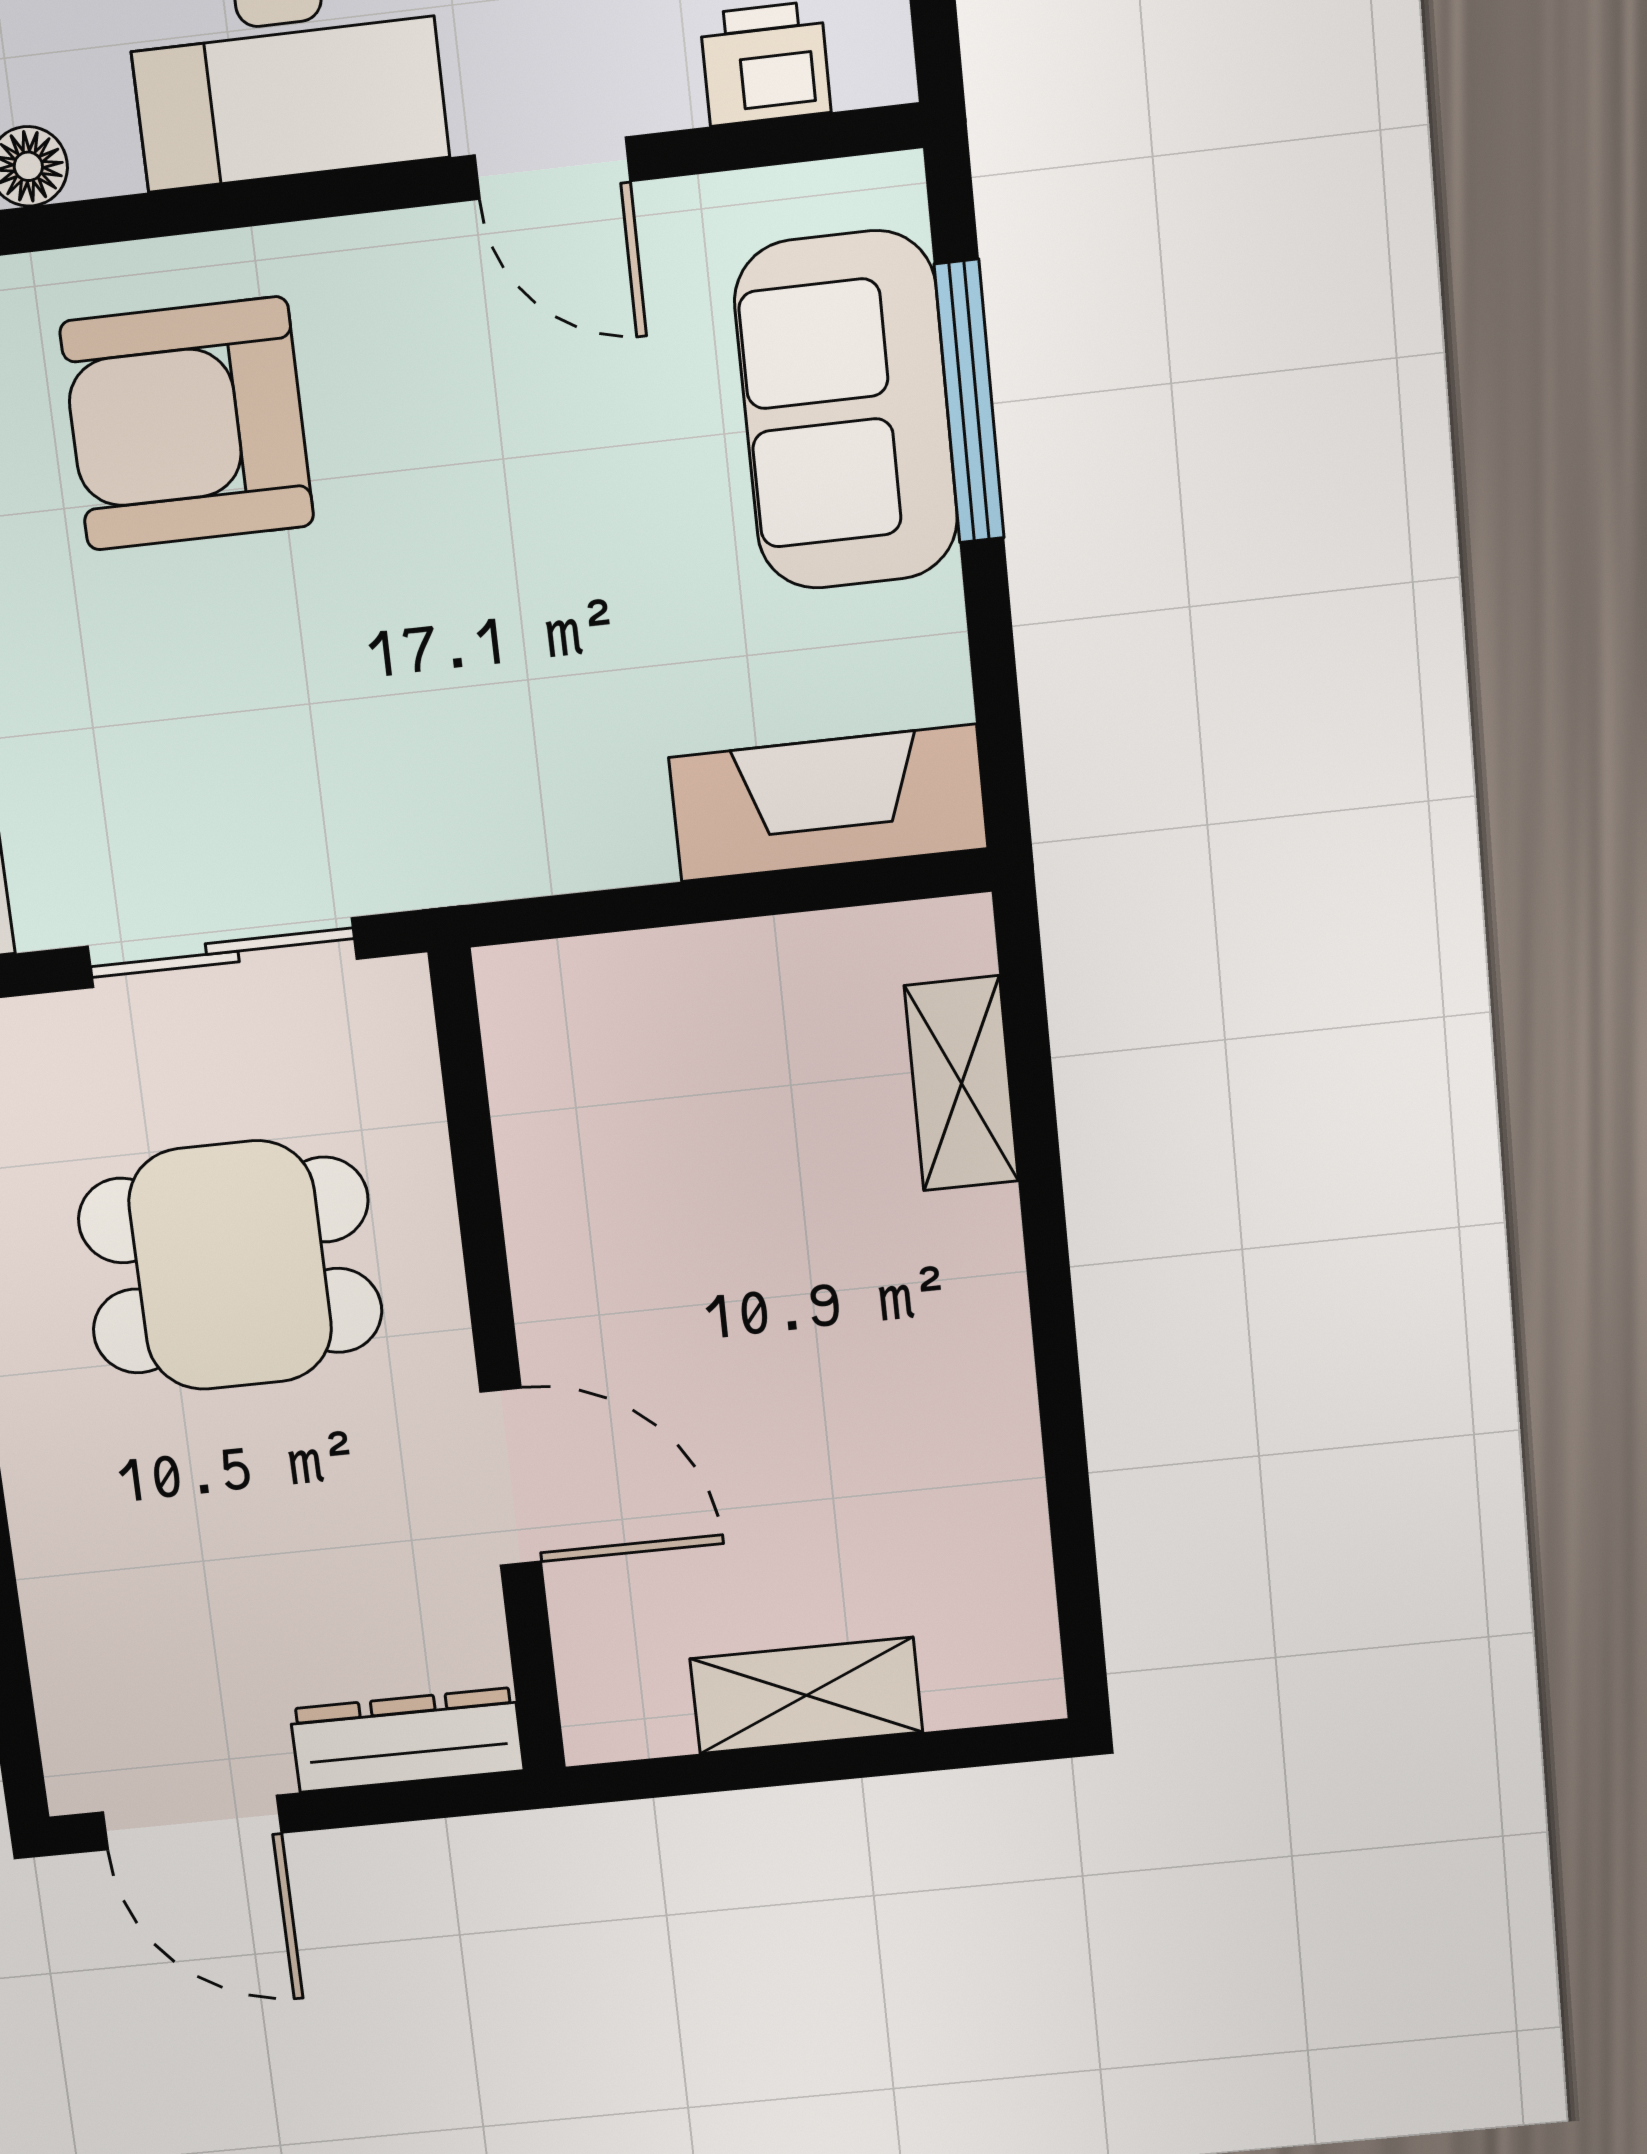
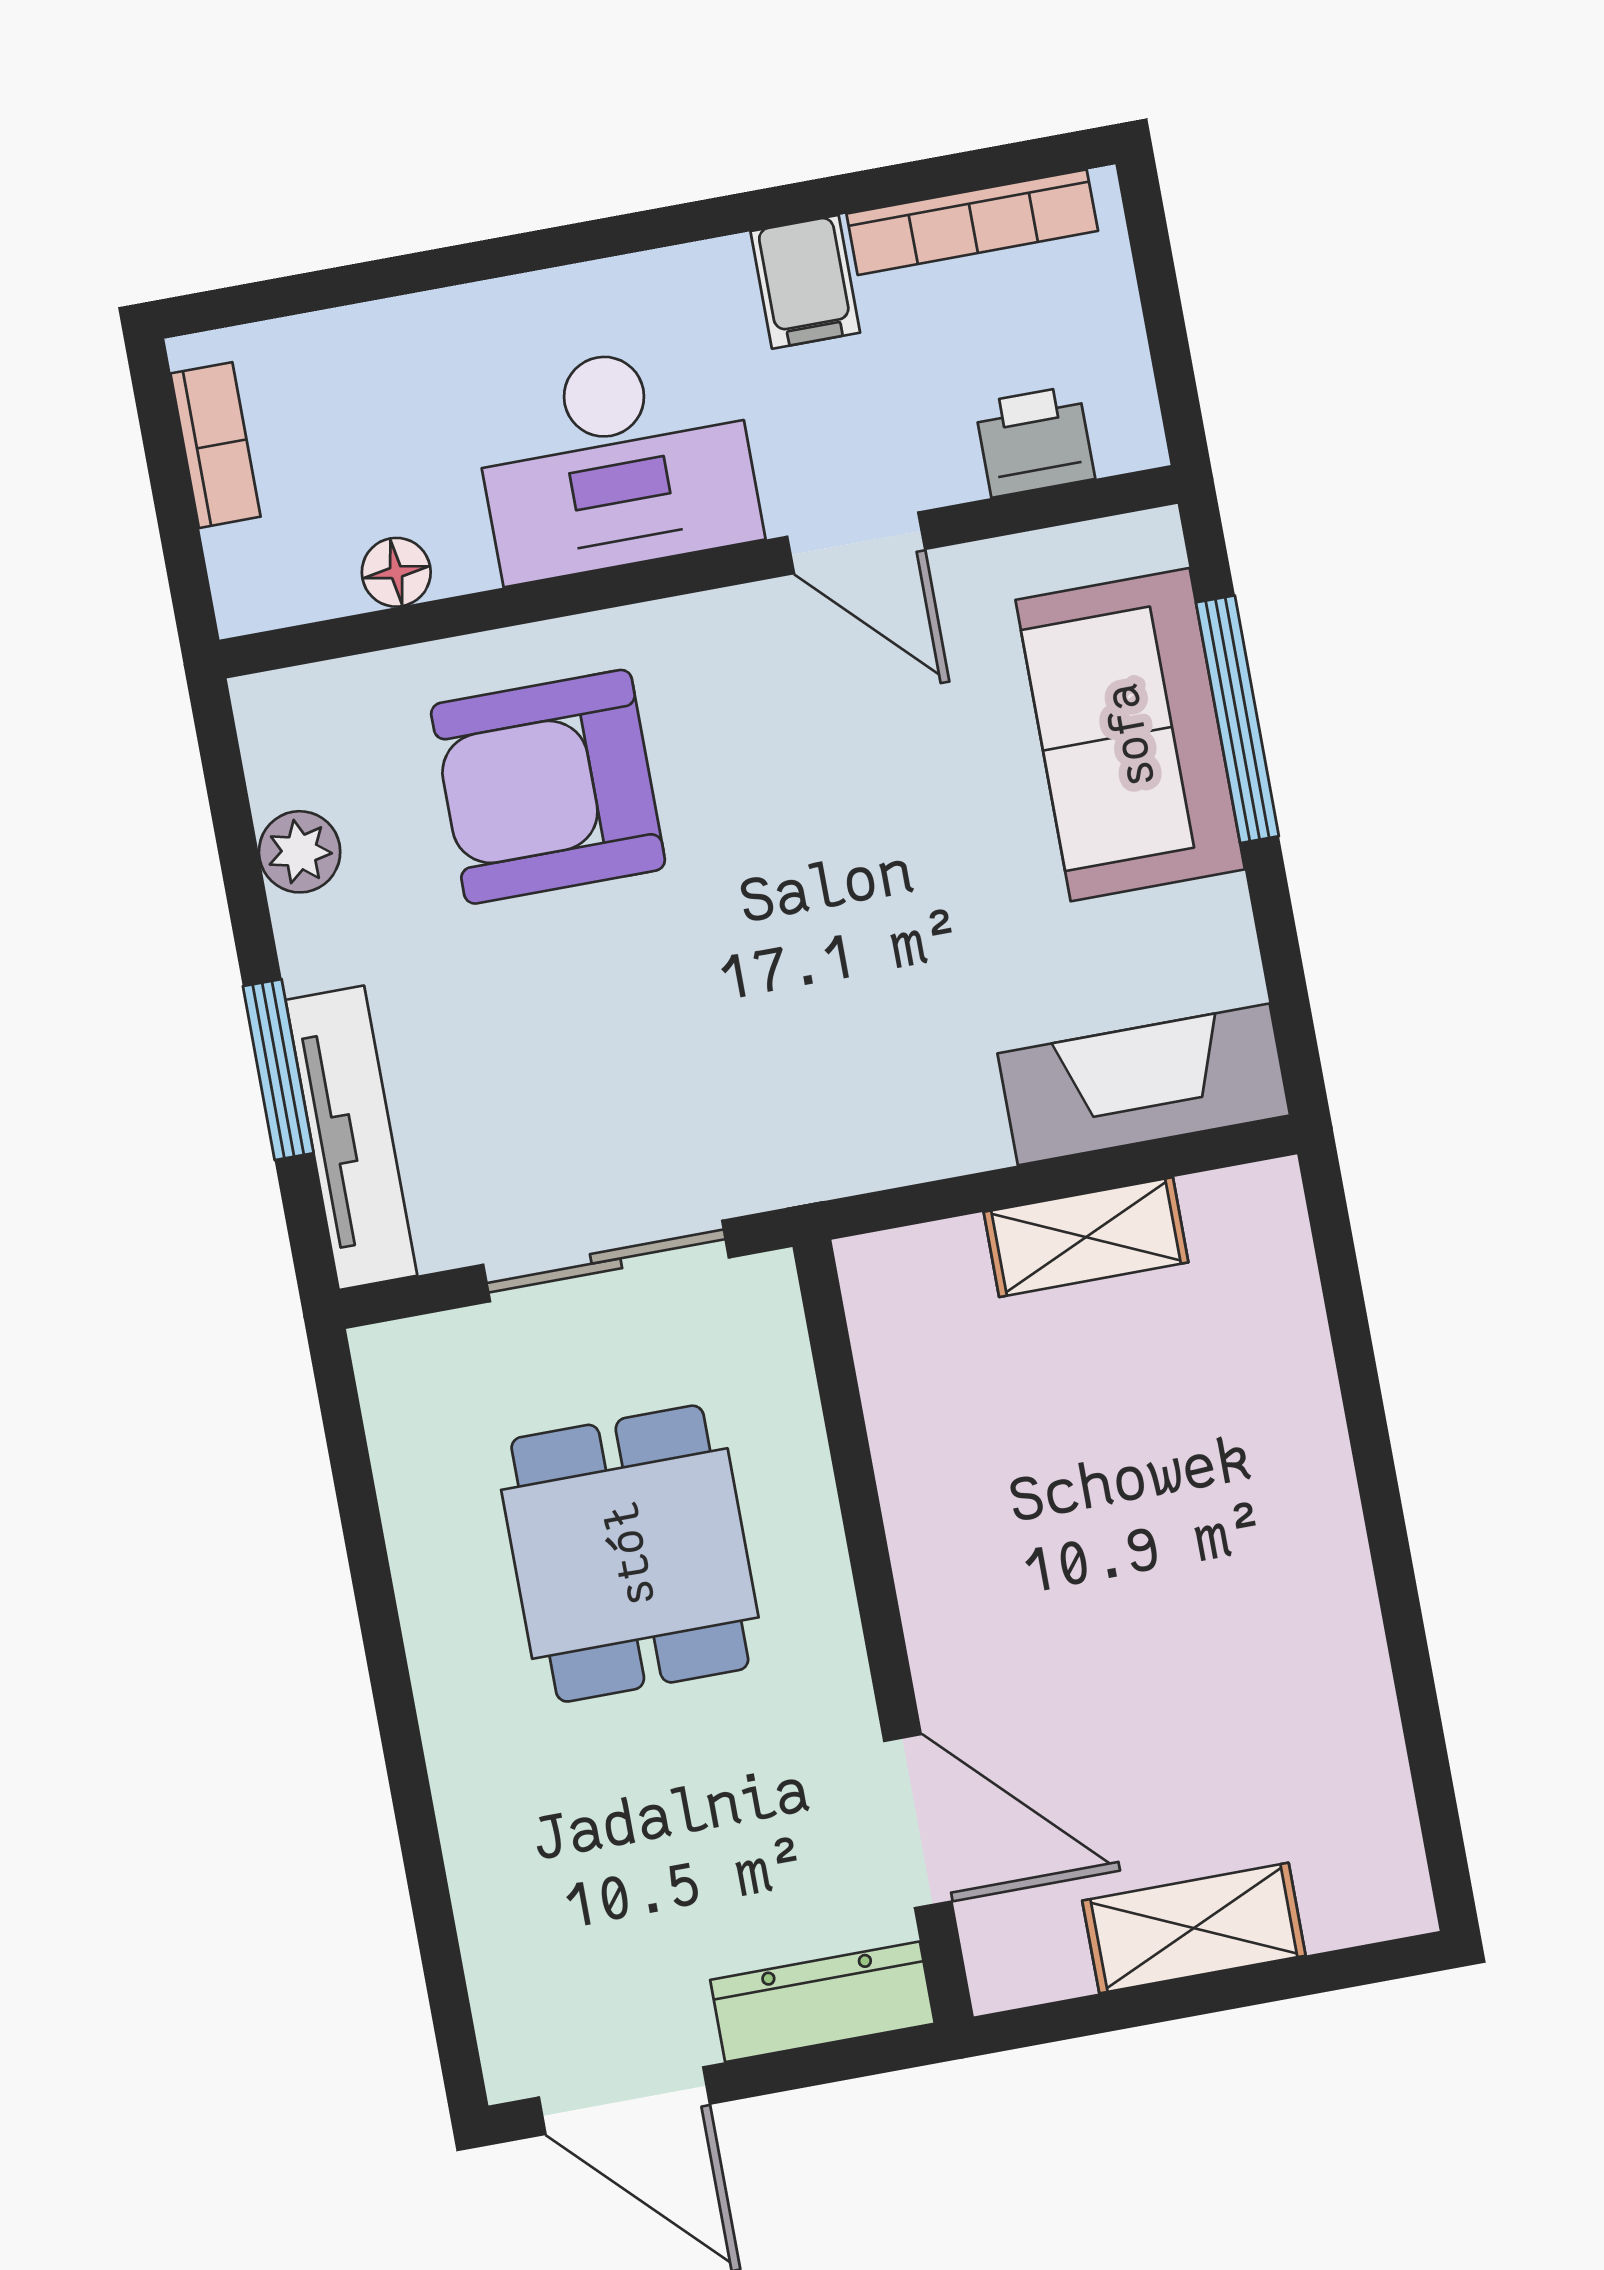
shelving: (961, 1084) -> (1086, 1237), moved, turned 90
dining table: (230, 1265) -> (630, 1554), turned 90
door: (511, 1477) -> (918, 1821), moved

